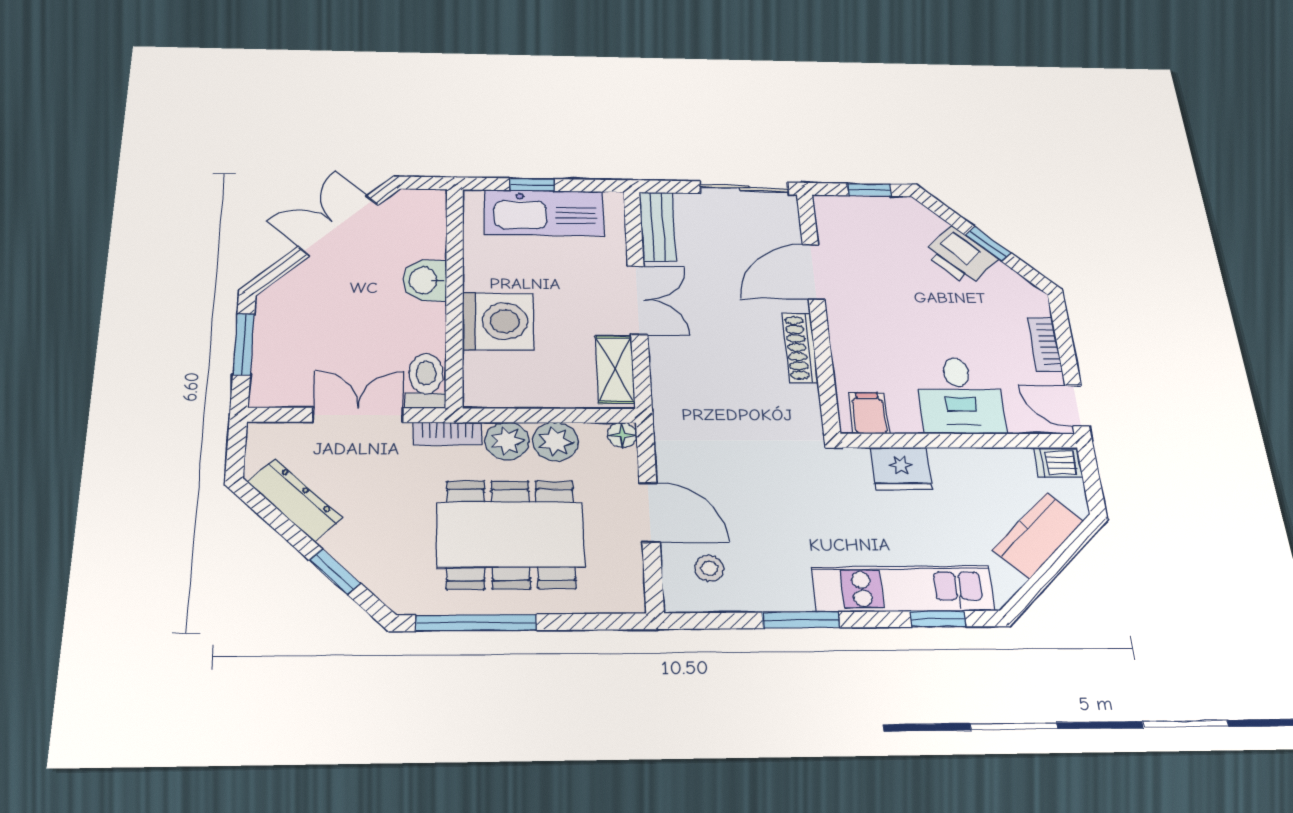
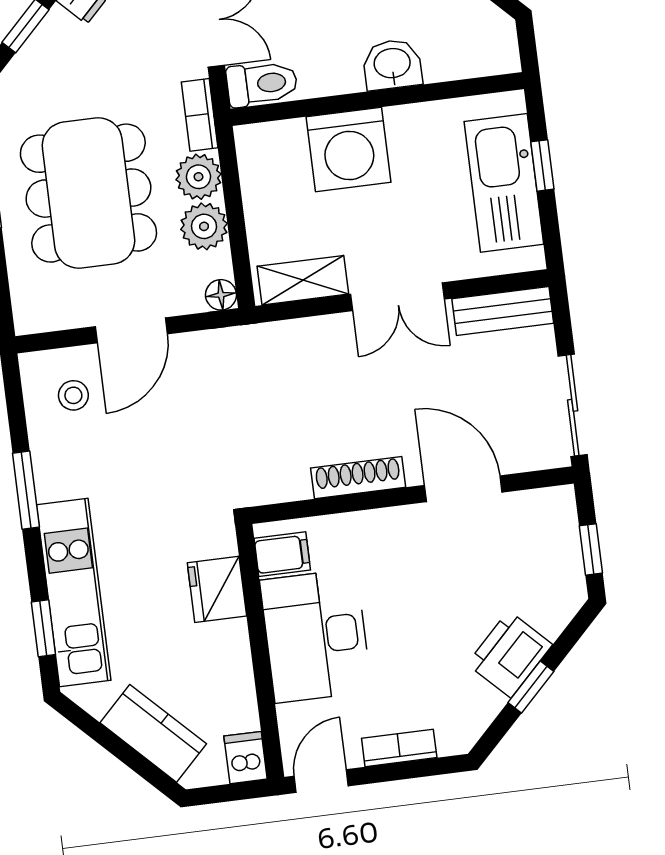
desk: (960, 396) -> (316, 636), width x1.37

